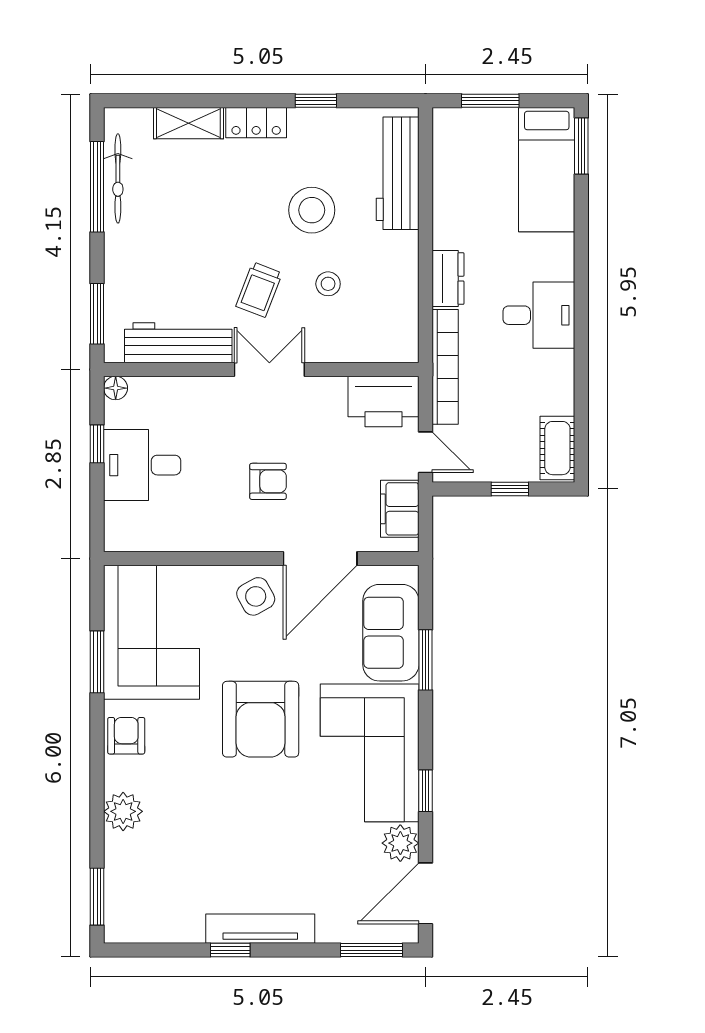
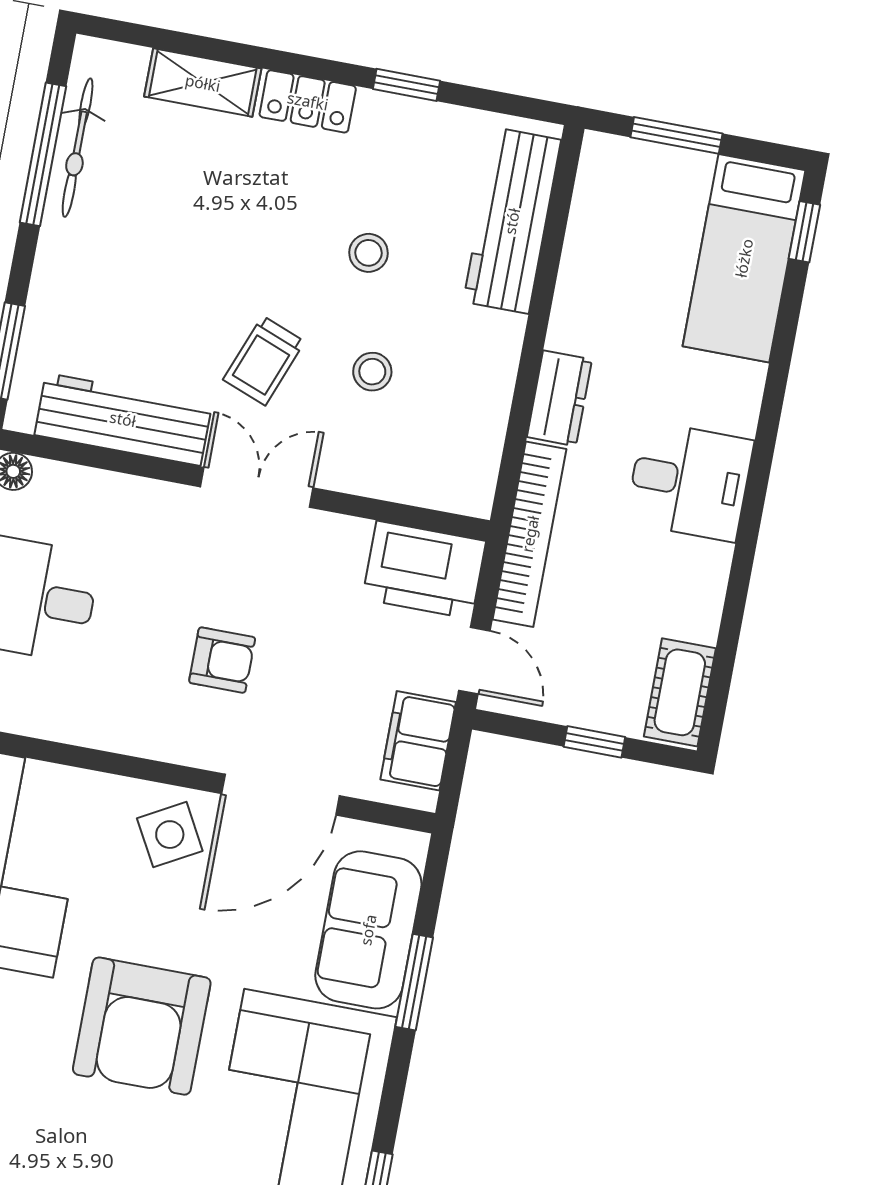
window: (581, 146) -> (804, 232), width x0.67
stool: (312, 210) -> (368, 253), width x0.53, depth x0.53

